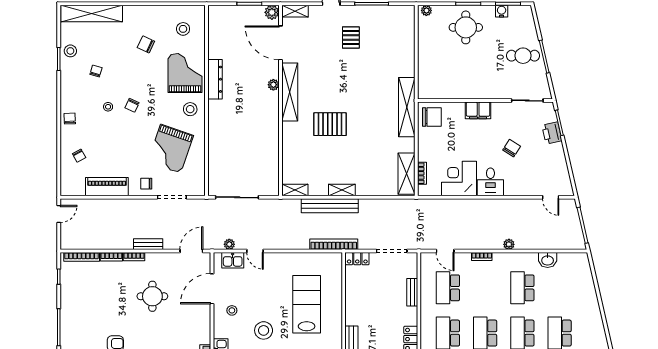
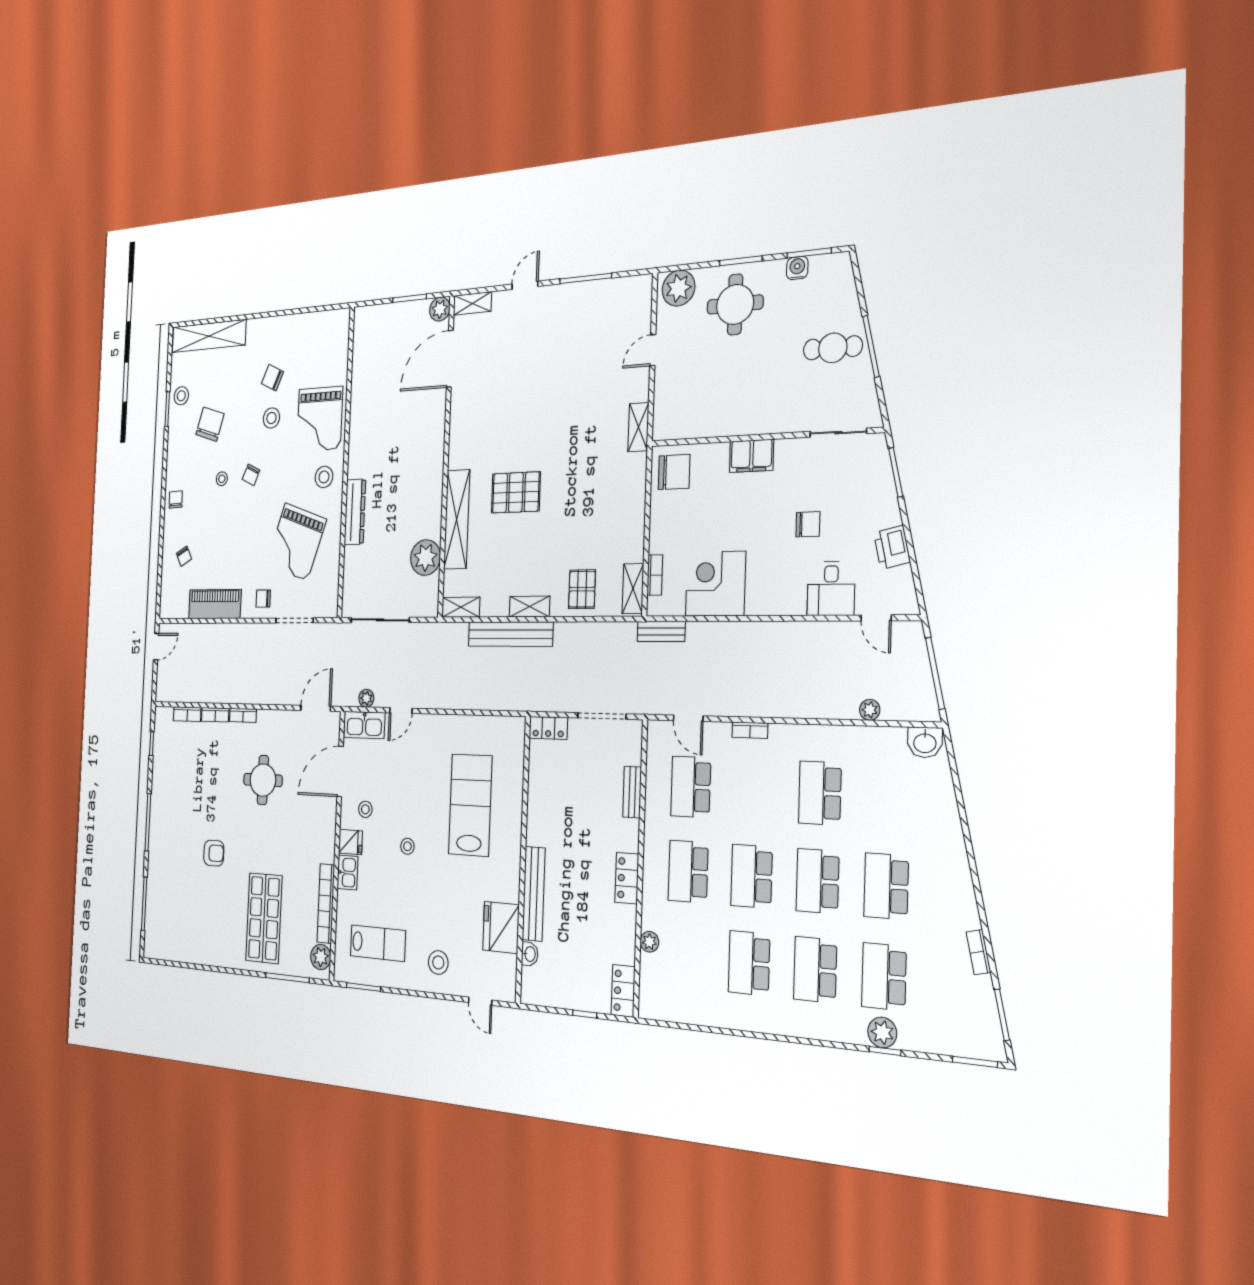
plant: (426, 10) -> (679, 288), width x1.87, depth x1.87
stool: (183, 29) -> (271, 418), moved
pallet: (351, 38) -> (582, 589), moved
door: (280, 43) -> (450, 359), hinge flipped
door: (416, 48) -> (653, 350), added
chair: (96, 71) -> (210, 424), width x1.87, depth x1.87
grand piano: (185, 73) -> (320, 419), turned 180
dresser: (215, 79) -> (355, 512), moved
plant: (273, 85) -> (425, 558), moved, width x1.87, depth x1.87
shelving: (290, 92) -> (457, 519), moved
shelving: (407, 107) -> (638, 427), width x0.45, depth x0.75
printer: (552, 133) -> (892, 547), moved
chair: (512, 148) -> (808, 524), turned 57
shelving: (407, 174) -> (633, 589), width x0.67, depth x0.75
desk: (490, 182) -> (831, 588), moved
bench: (148, 244) -> (661, 631), moved
bookcase: (334, 244) -> (514, 702), removed
plant: (509, 244) -> (870, 710), moved
door: (255, 251) -> (401, 711), hinge flipped
bookcase: (82, 257) -> (187, 714), width x0.64
kitchen sink: (233, 260) -> (364, 725), width x1.38
washbasin: (548, 260) -> (925, 742), moved
fridge: (222, 330) -> (350, 842), added
stool: (264, 330) -> (407, 846), width x0.53, depth x0.53

